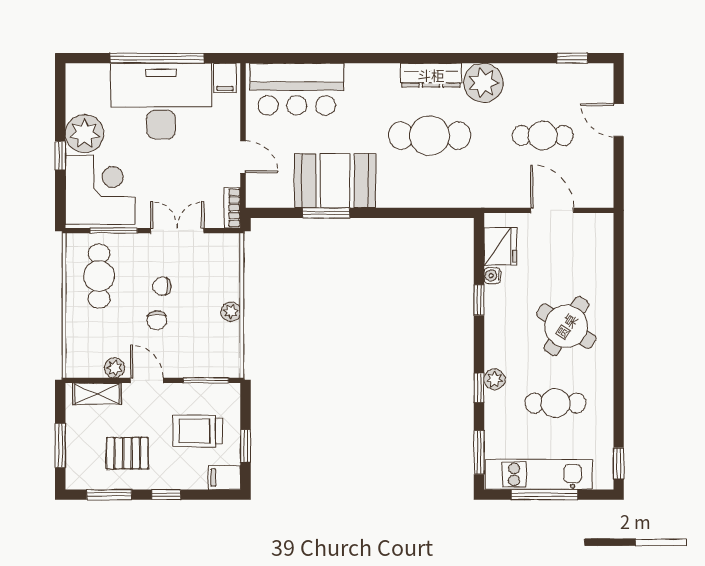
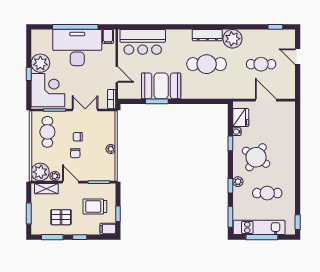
round table: (566, 326) -> (256, 157), moved
plant: (84, 359) -> (40, 172), added

